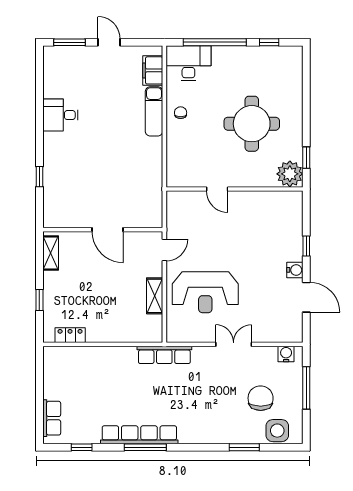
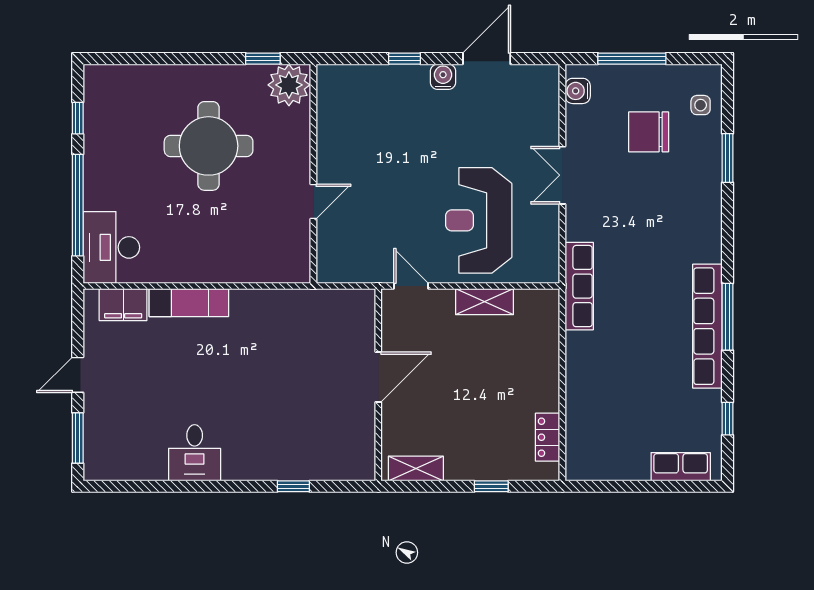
chair: (181, 113) -> (191, 260), removed
reception desk: (205, 292) -> (479, 220), turned 180
side table: (277, 431) -> (701, 105), width x0.54, depth x0.54

